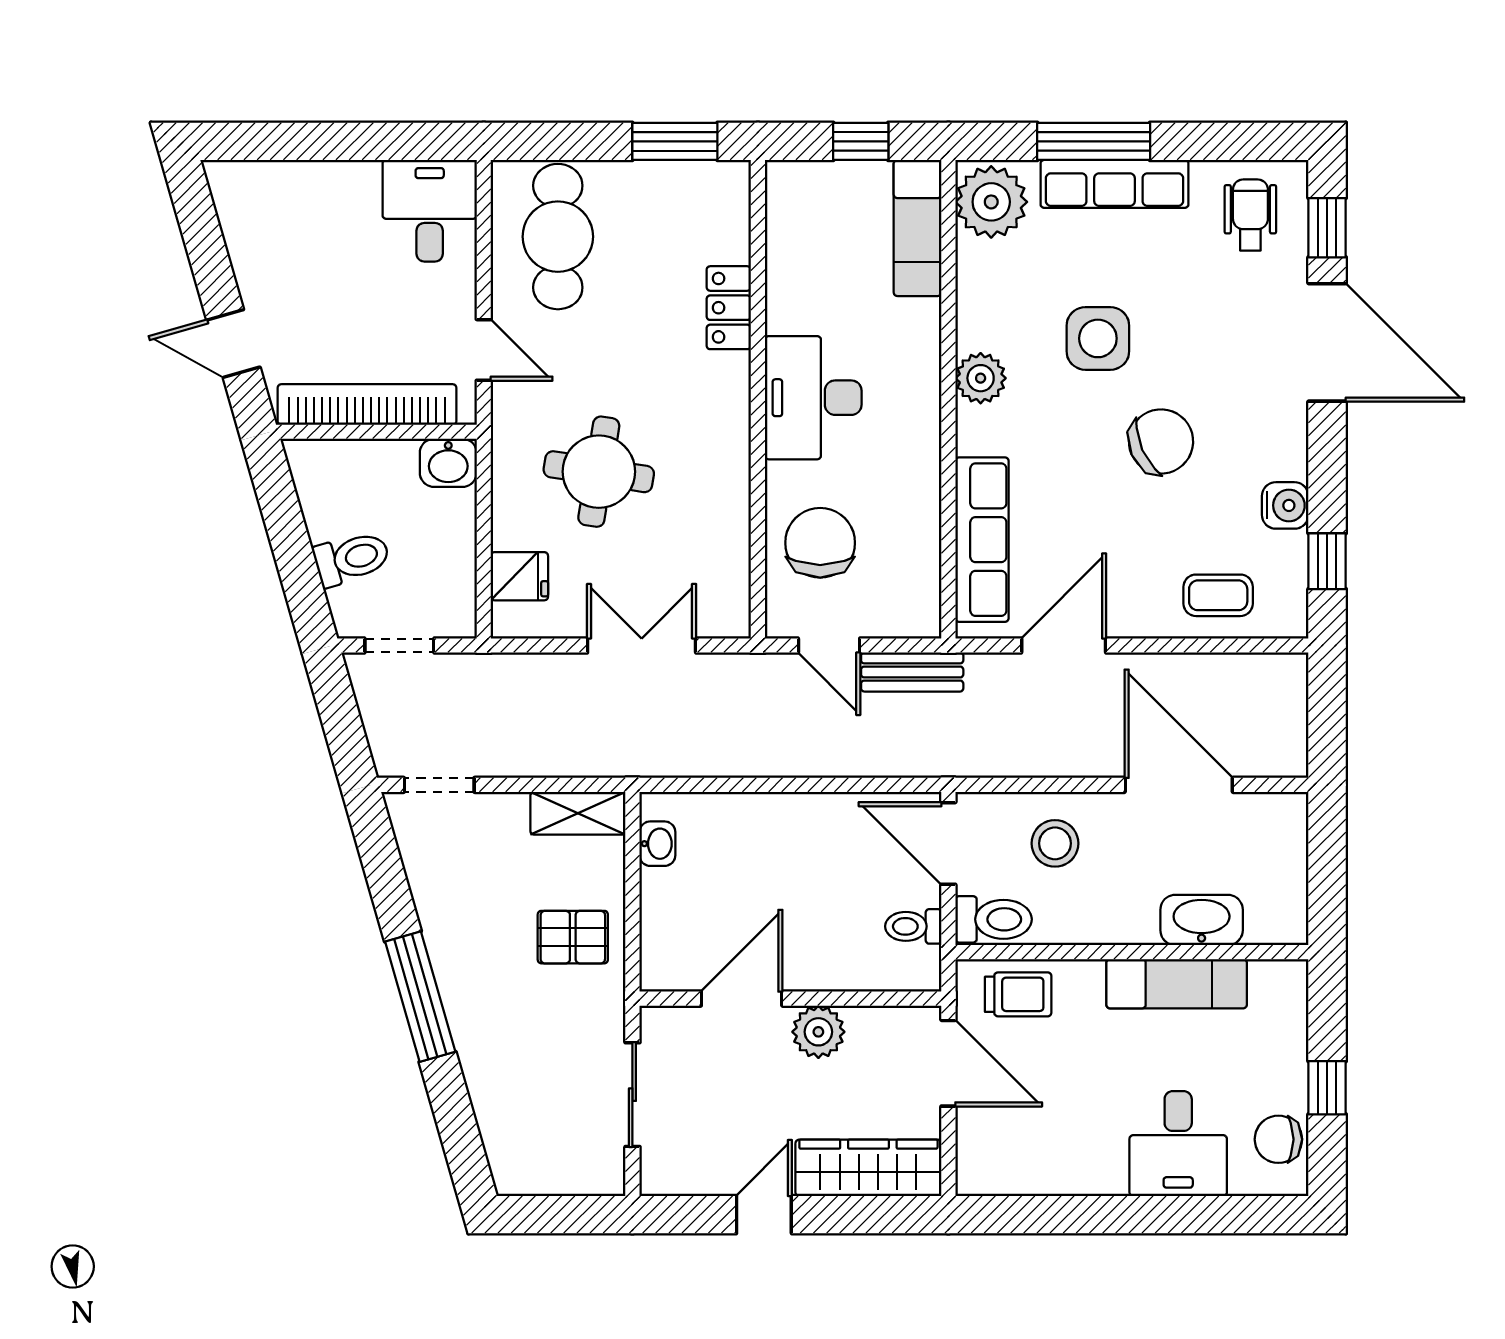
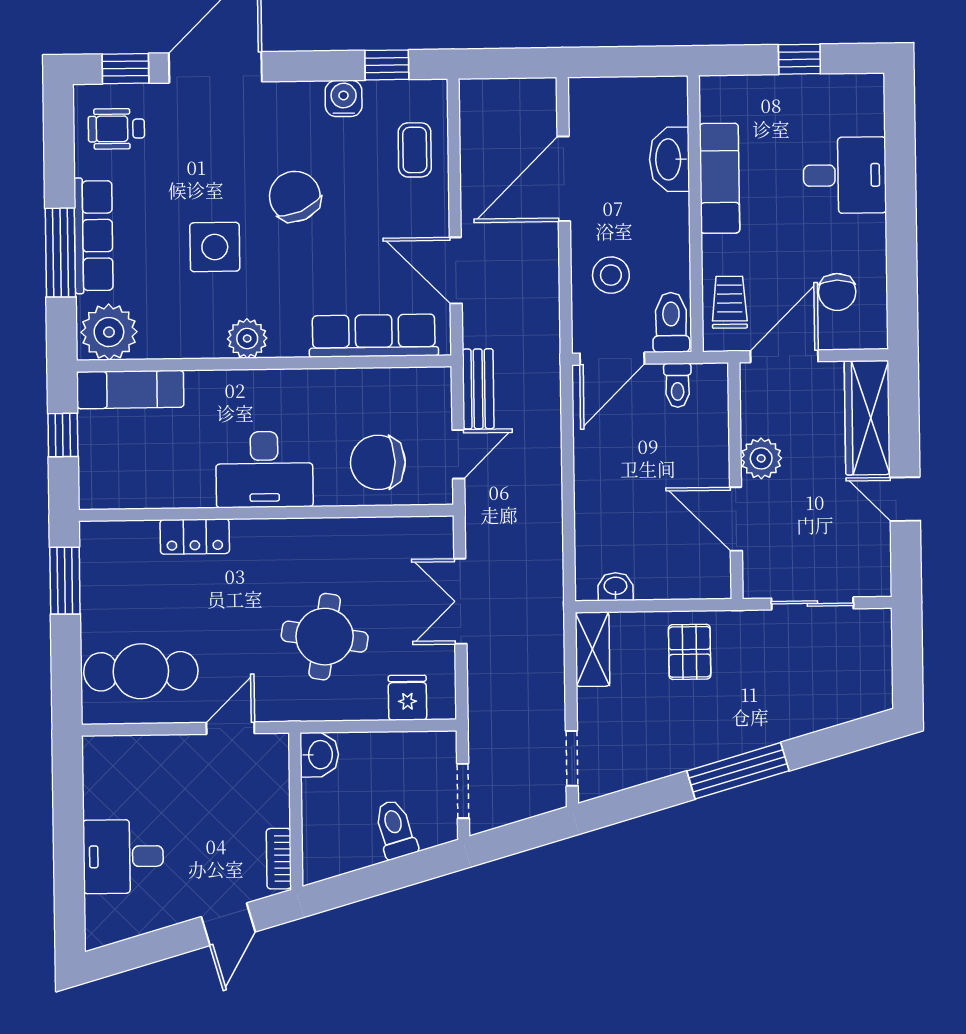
desk: (430, 211) -> (123, 856), moved
bookcase: (367, 405) -> (279, 859), width x0.43, depth x0.76
chair: (1278, 1139) -> (837, 292), moved

